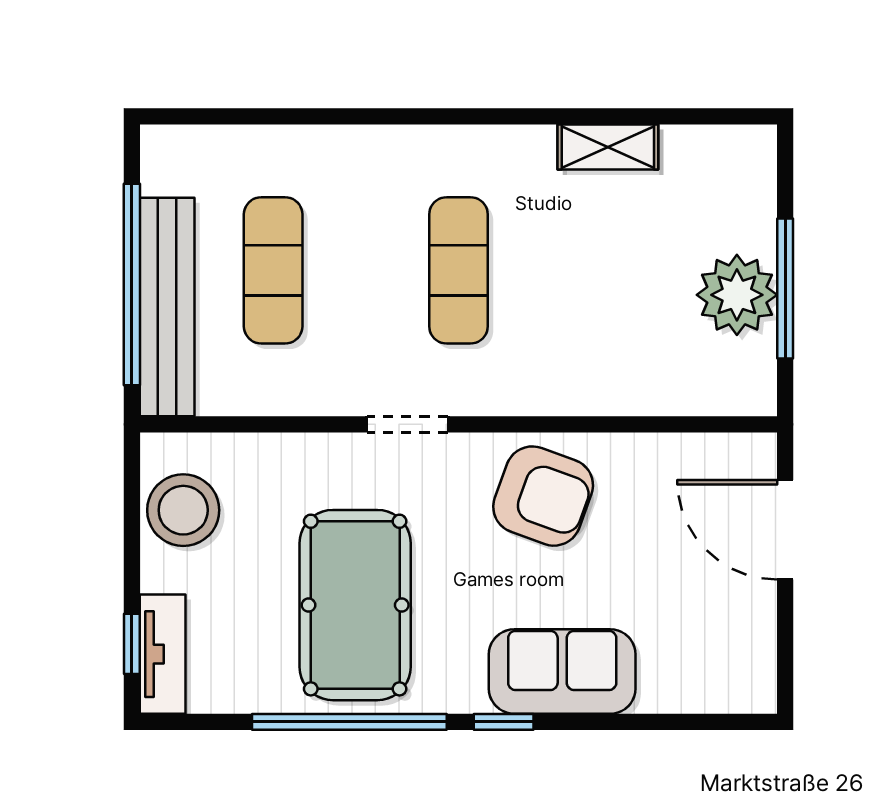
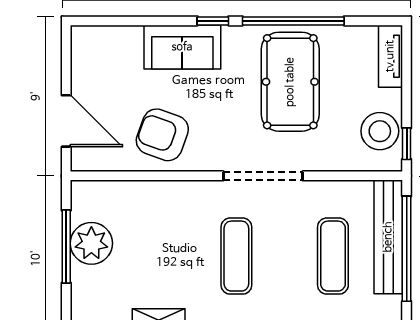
doorway: (407, 424) -> (263, 176), width x1.88
armchair: (543, 496) -> (162, 135), moved
window: (132, 644) -> (407, 144), moved

